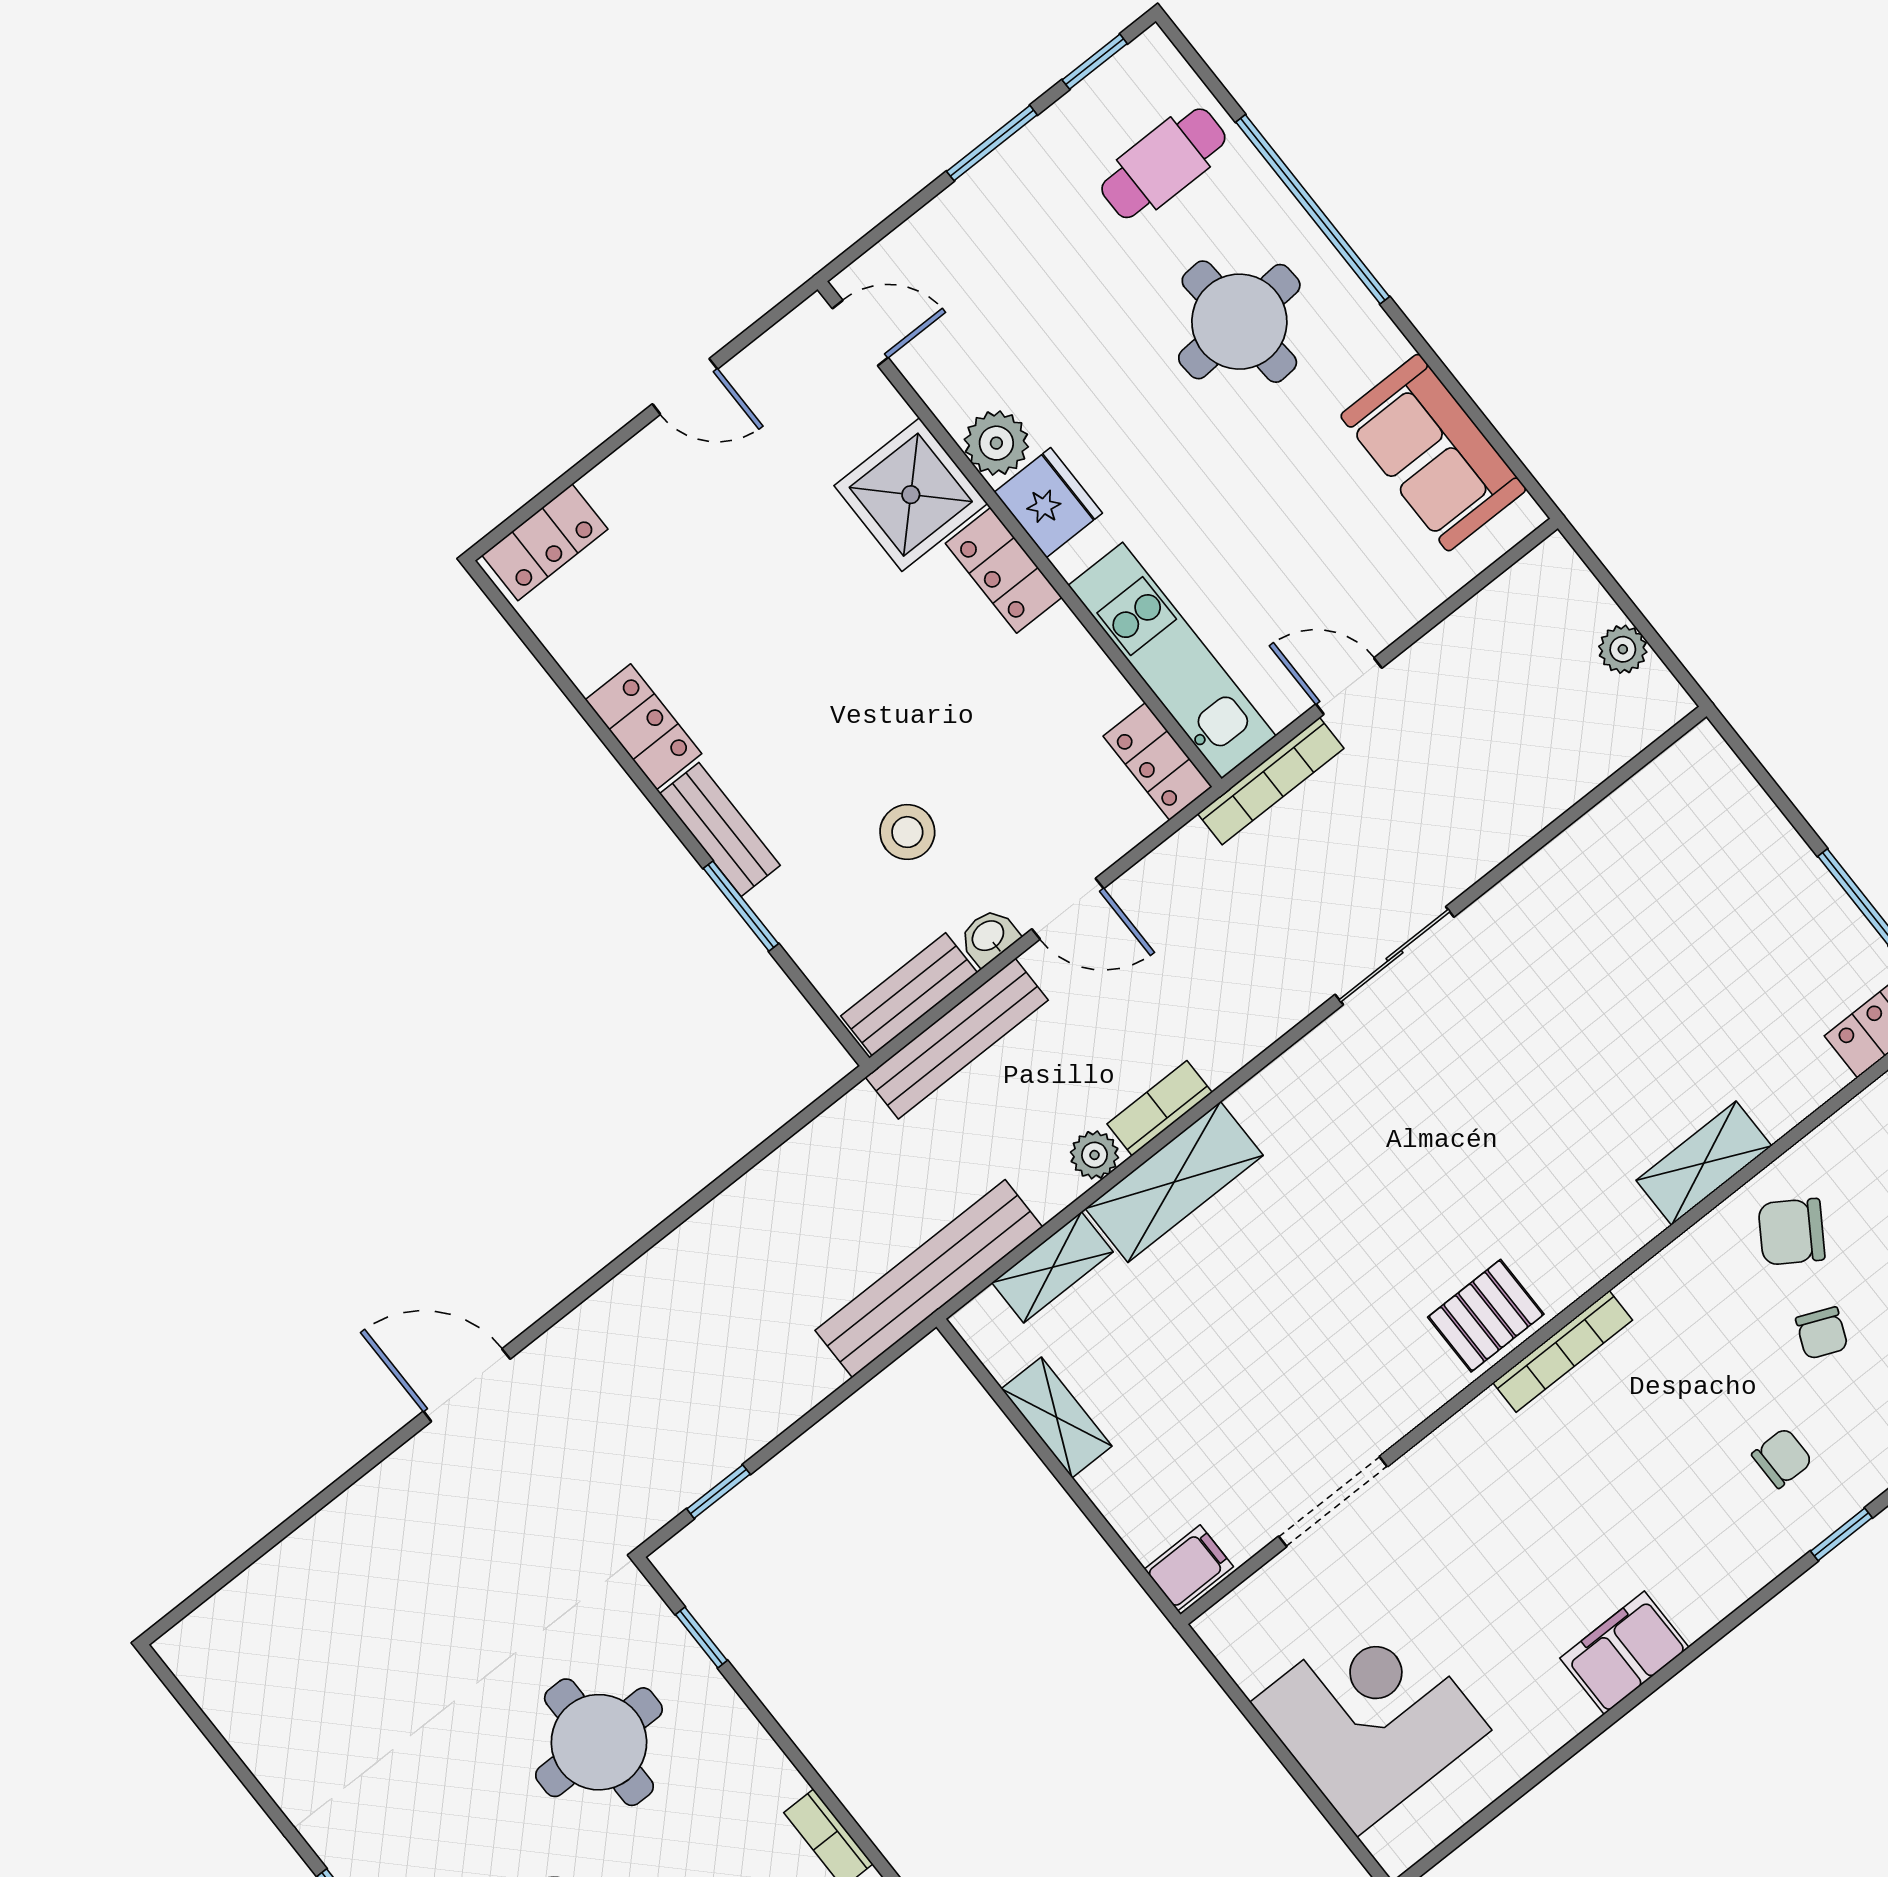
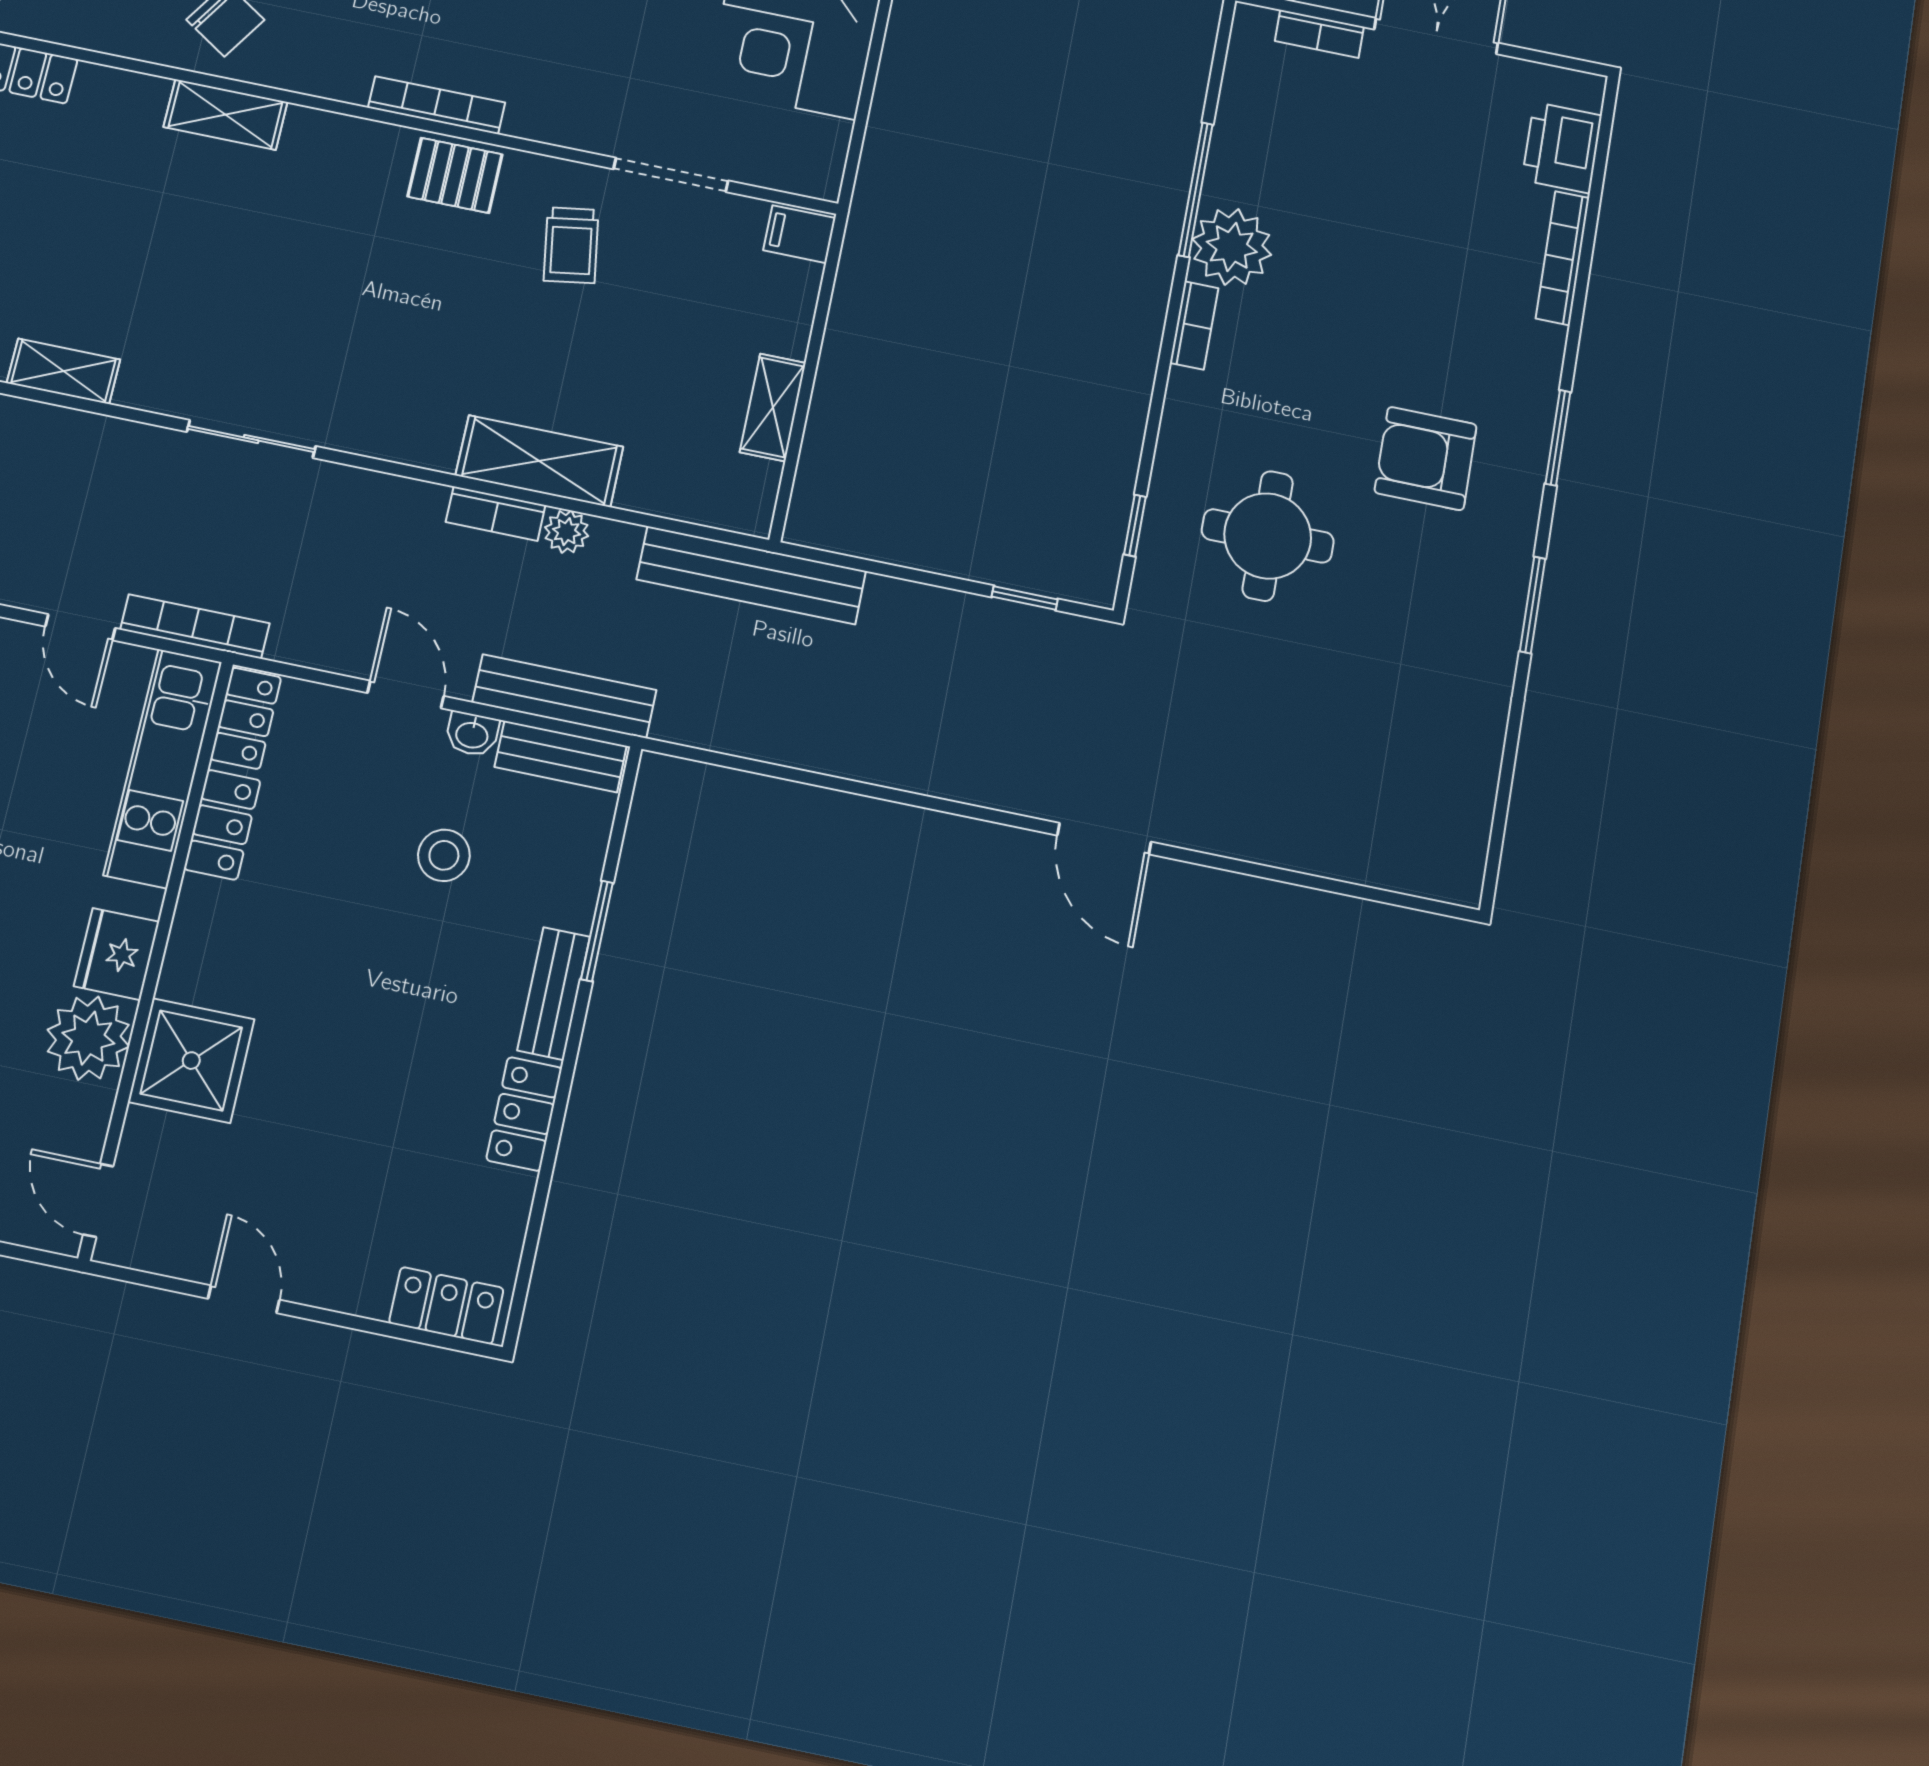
plant: (996, 443) -> (88, 1038), width x1.36, depth x1.36
locker: (1004, 570) -> (222, 825), moved
shelving: (1052, 1267) -> (63, 371), moved
trolley: (1341, 1364) -> (571, 245), added

